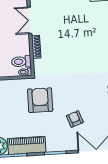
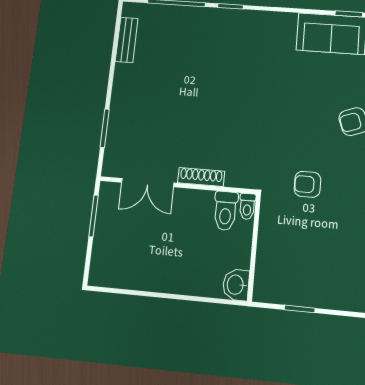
armchair: (40, 100) -> (307, 184), width x0.53, depth x0.53

